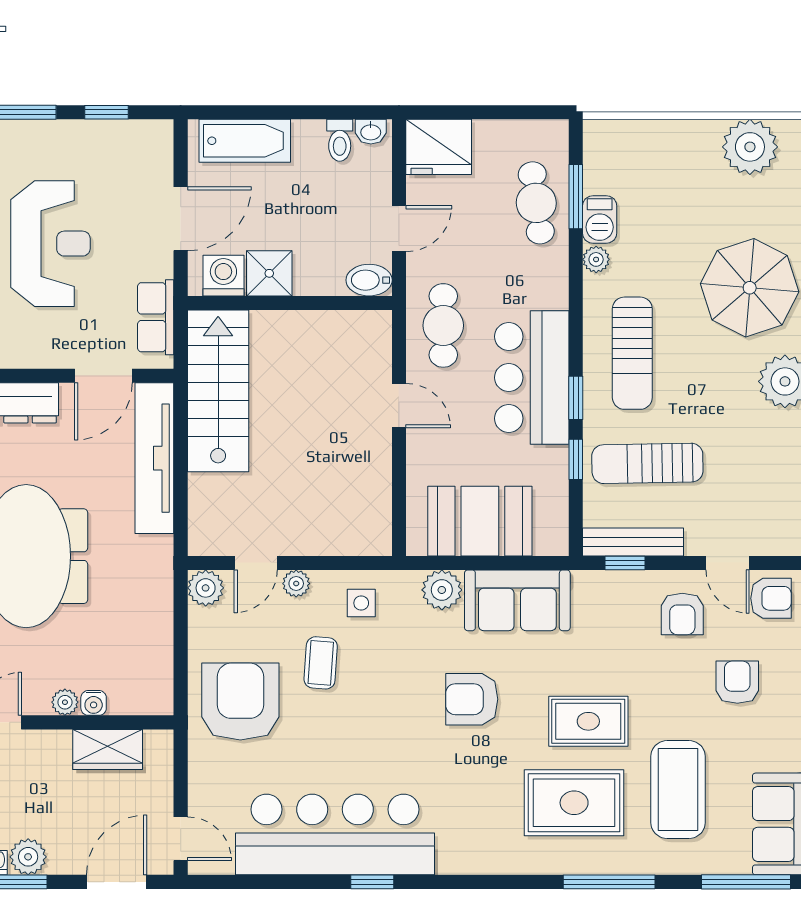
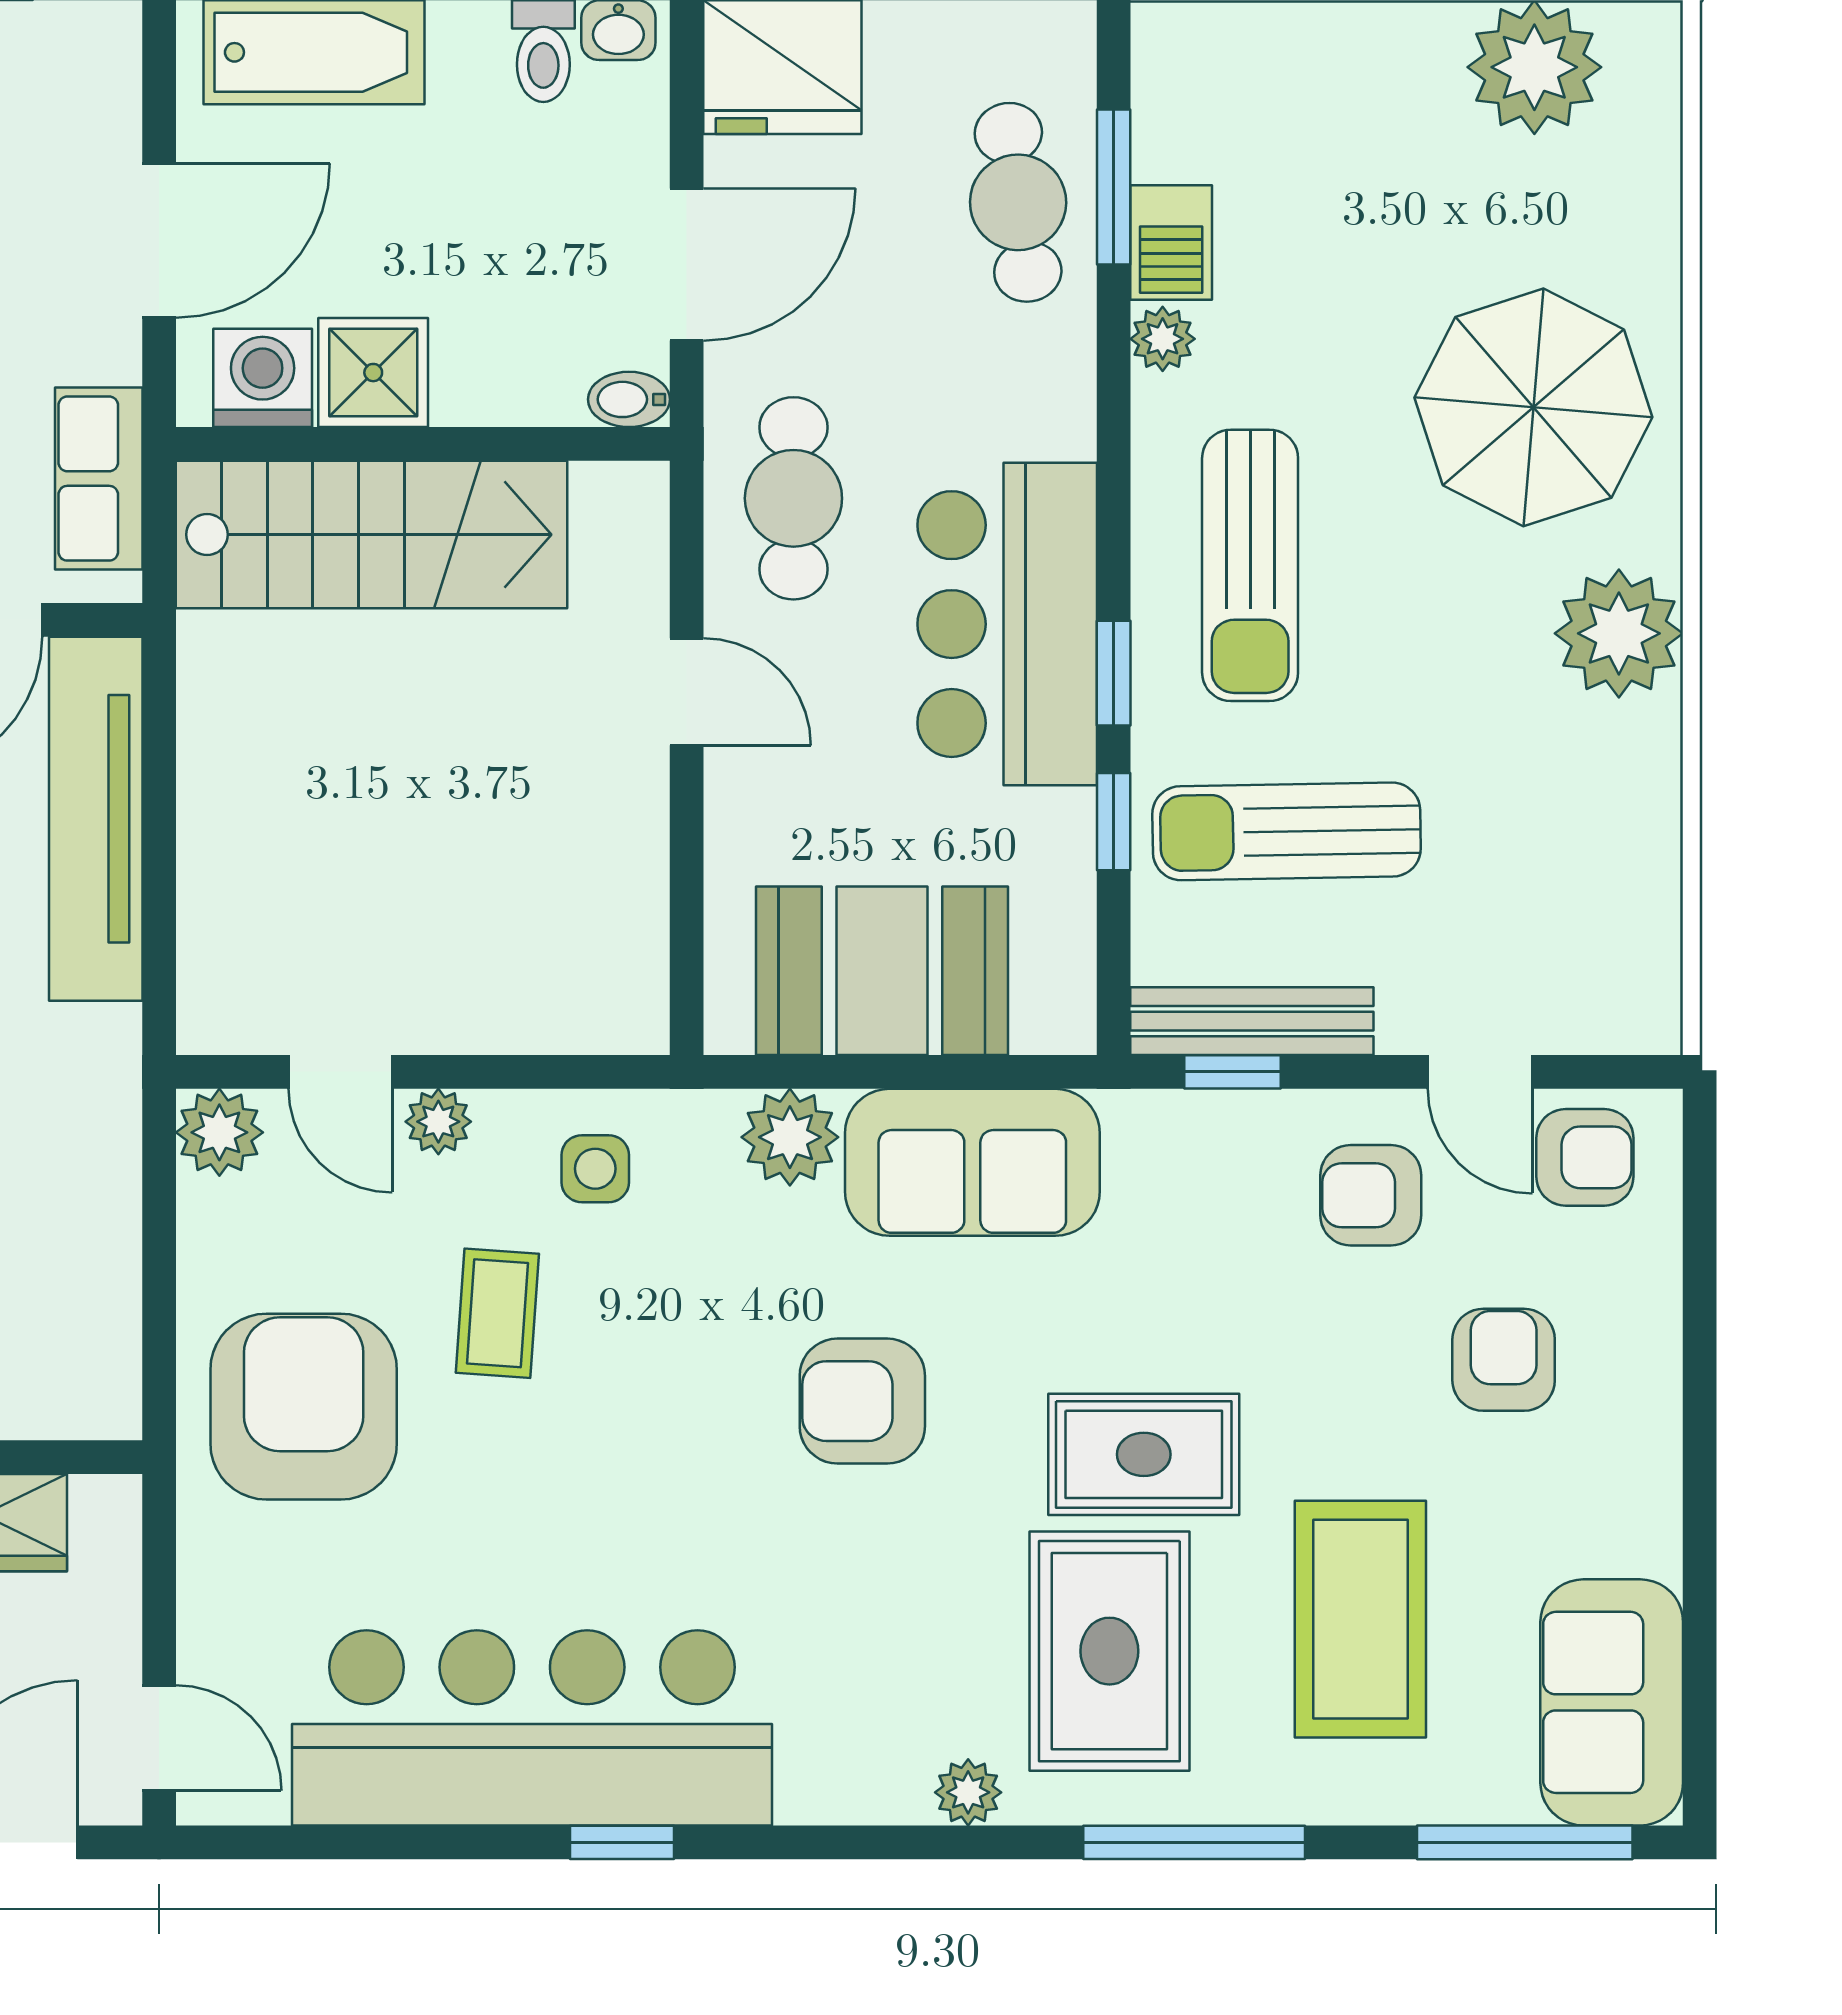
door: (399, 229) -> (687, 264), width x1.38
bidet: (369, 280) -> (629, 399), width x0.72, depth x0.74
stairs: (218, 391) -> (371, 535), moved, turned 90
door: (256, 563) -> (340, 1072), hinge flipped
armchair: (682, 614) -> (1371, 1195), turned 90
rug: (574, 803) -> (1109, 1651), turned 90
plant: (516, 861) -> (968, 1792), added

